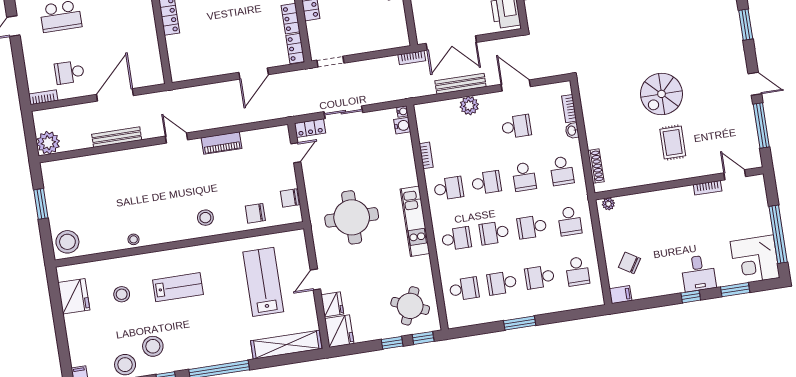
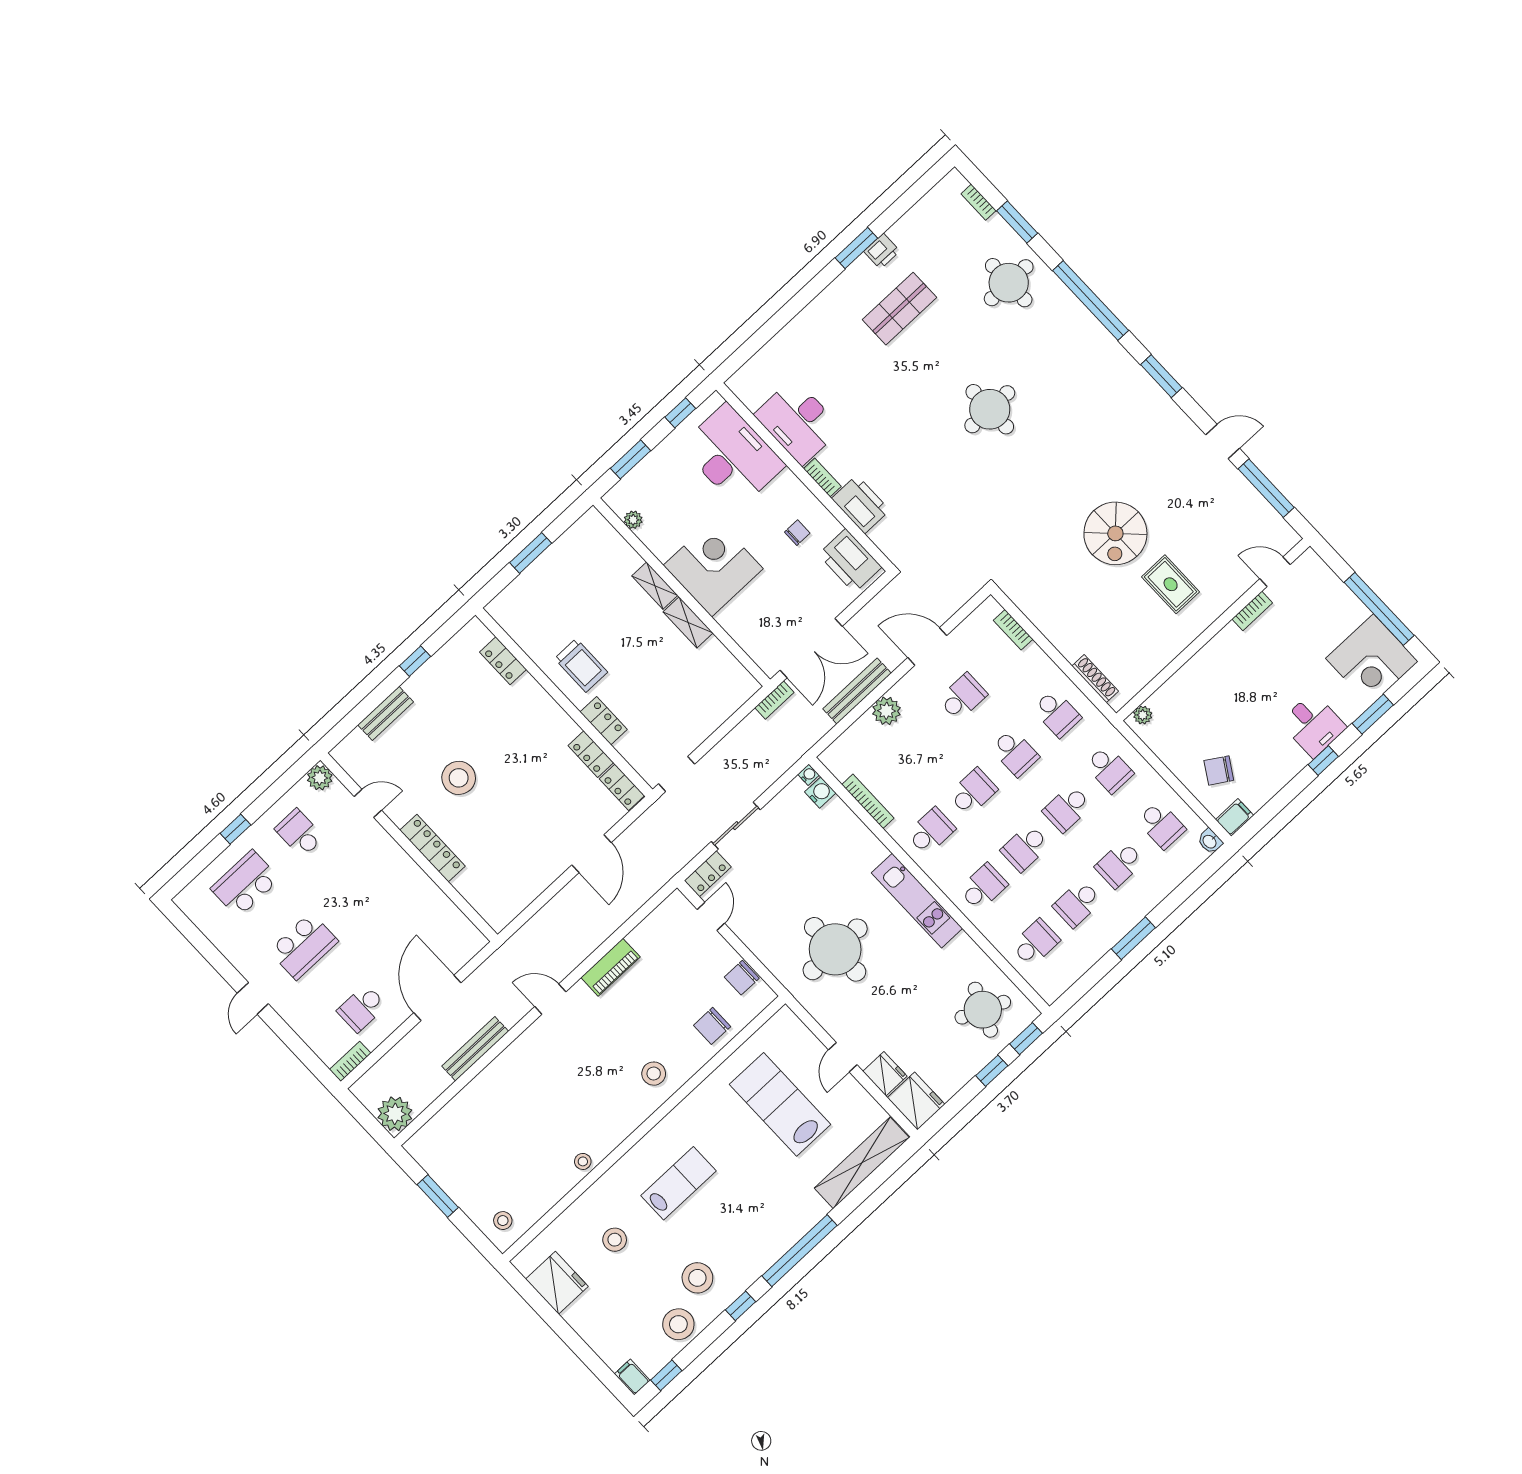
washbasin: (572, 131) -> (1210, 841), moved
bookcase: (426, 155) -> (868, 801), width x1.56
stool: (67, 242) -> (503, 1221), width x0.53, depth x0.53

